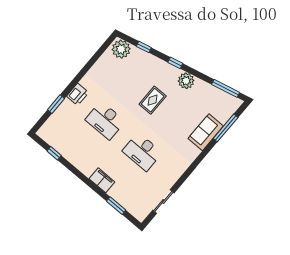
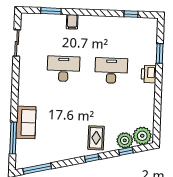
plant: (186, 81) -> (125, 140), moved
rug: (153, 100) -> (96, 138), moved
filing cabinet: (102, 180) -> (72, 22), width x0.50

